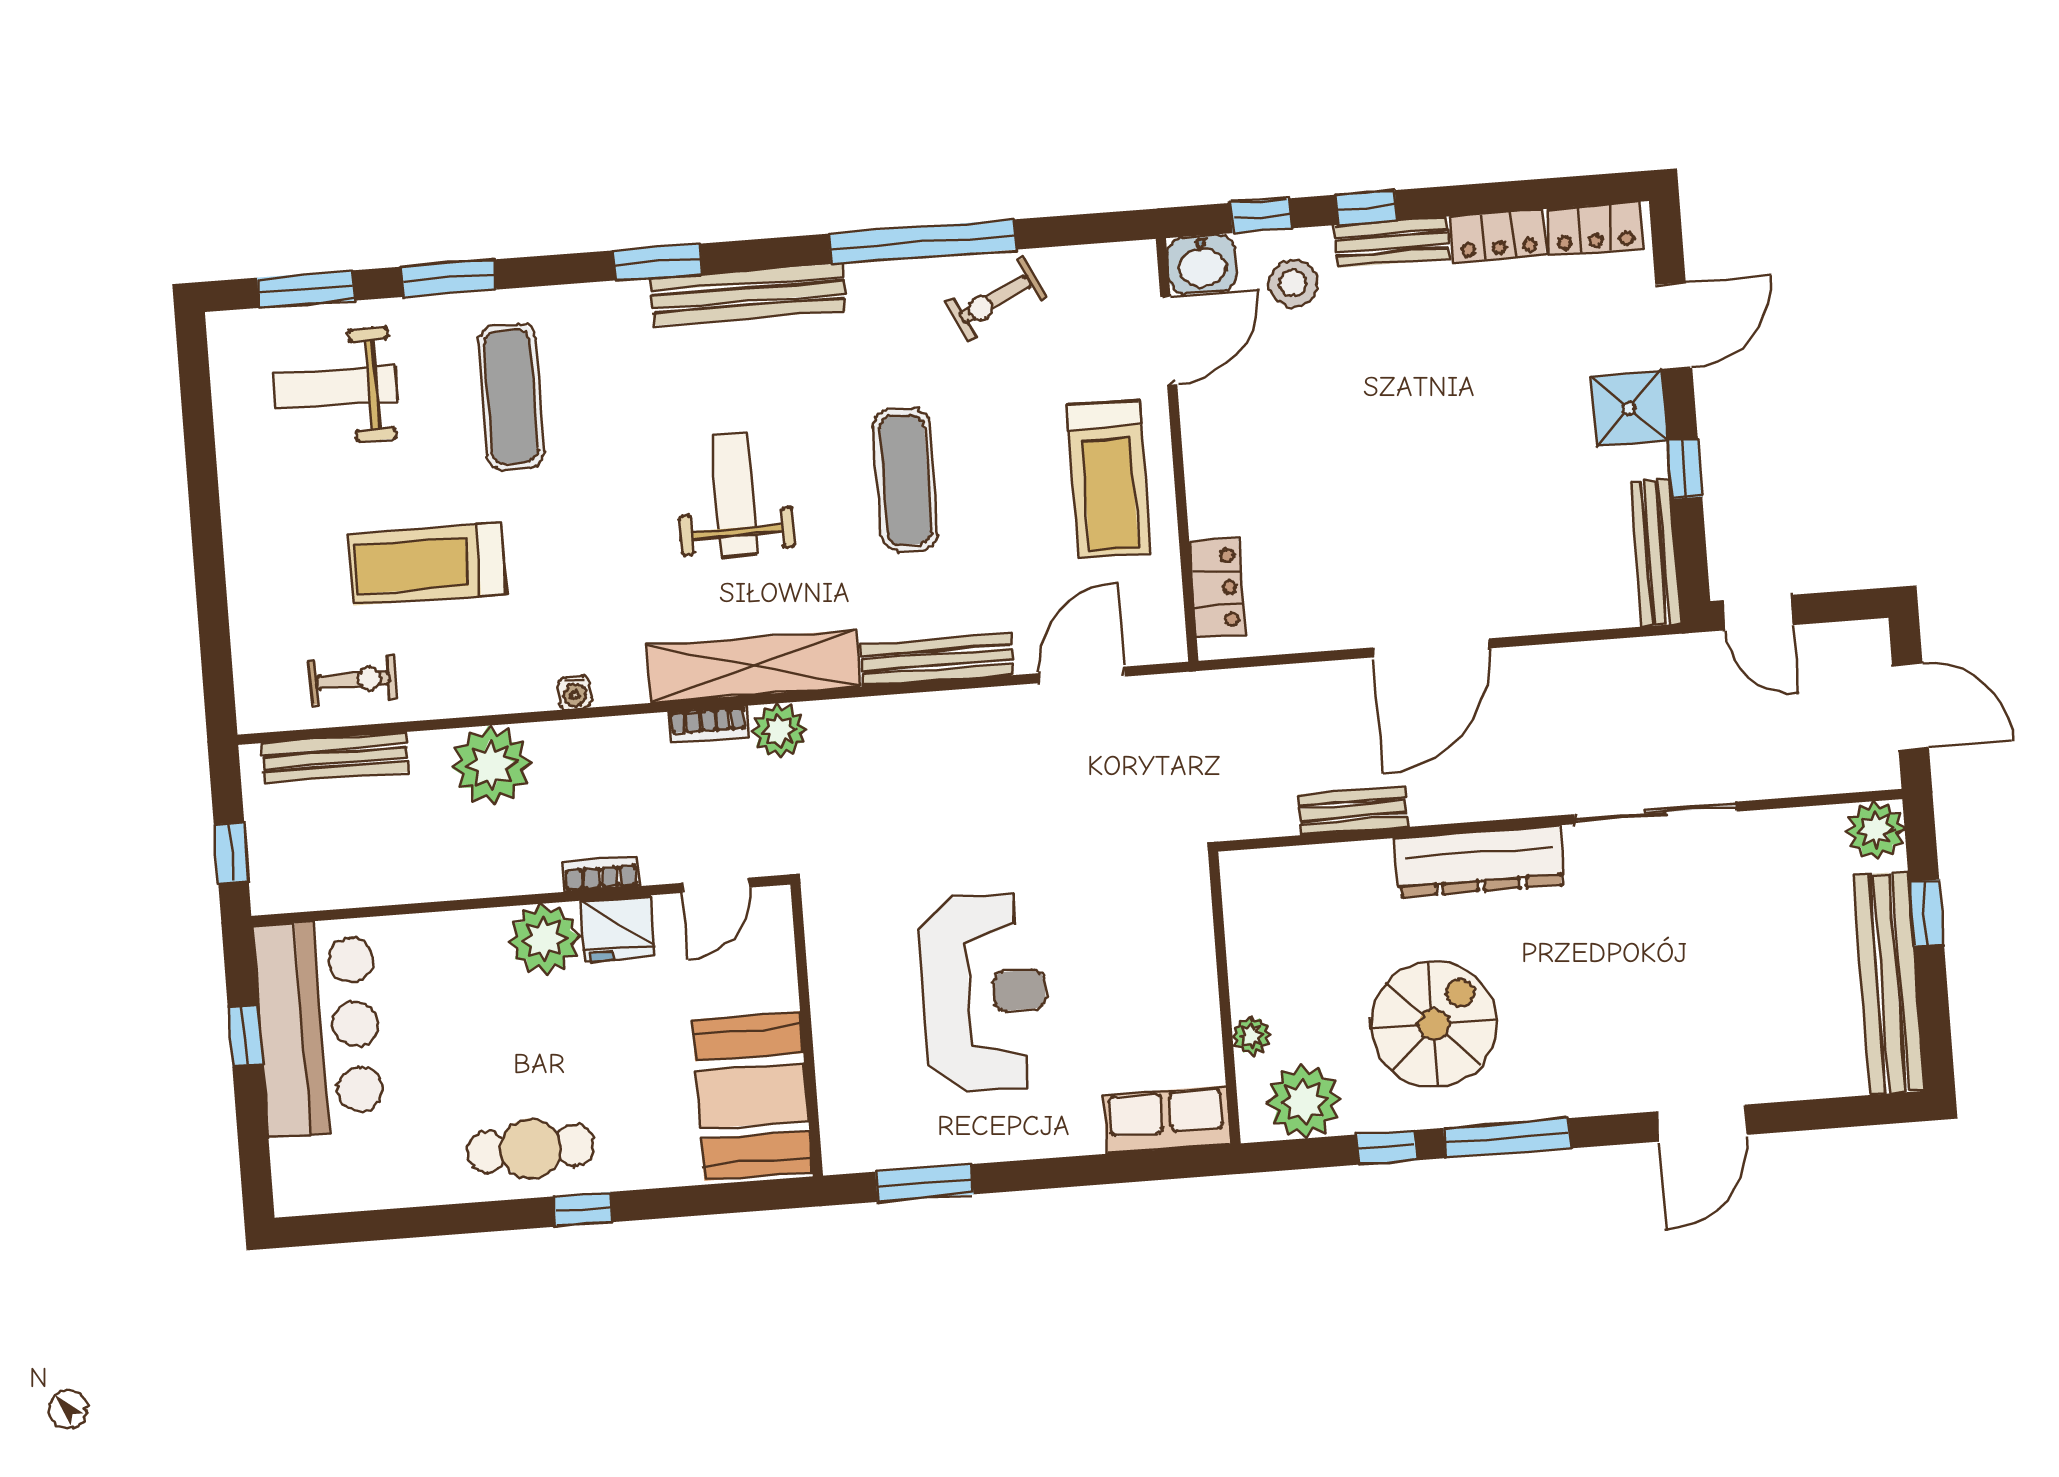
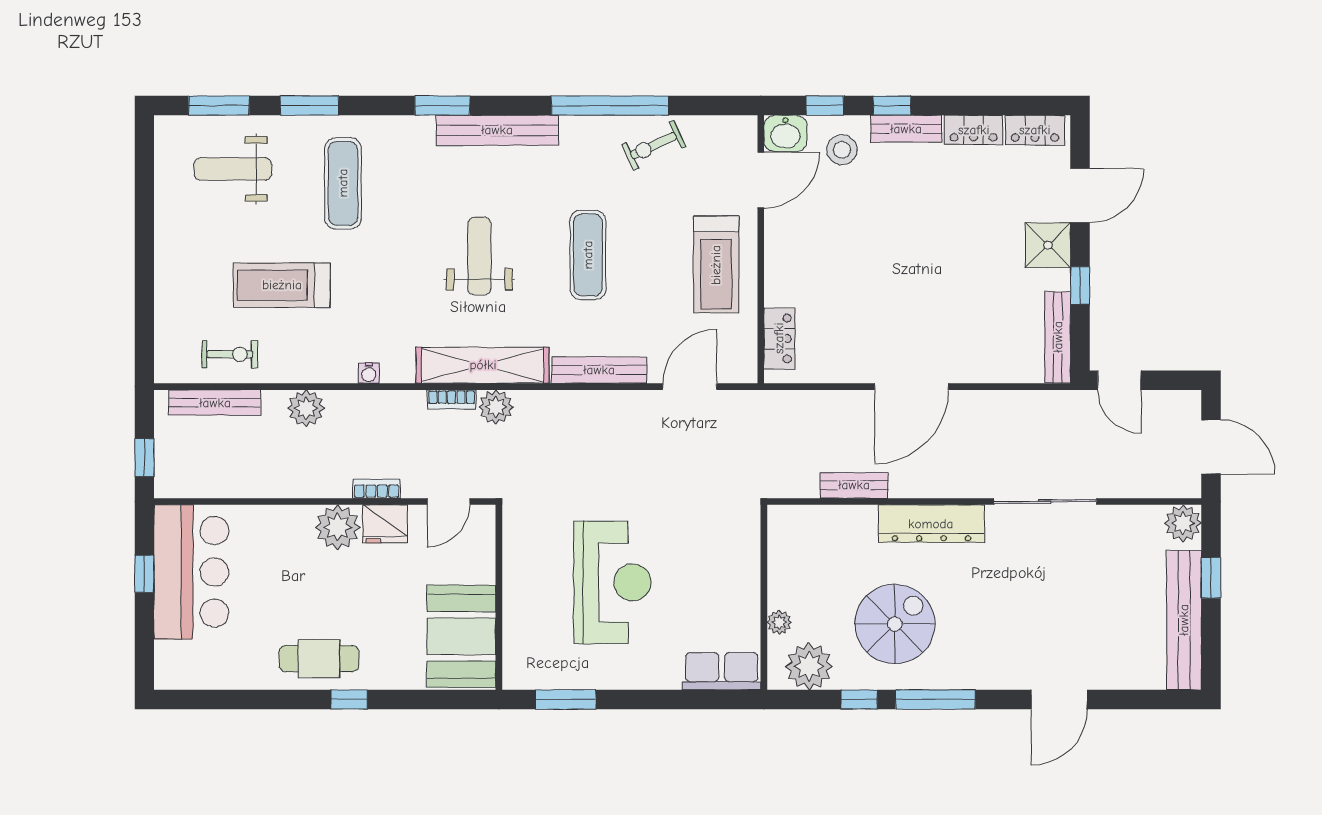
plant: (491, 765) -> (306, 408), width x0.73, depth x0.73

